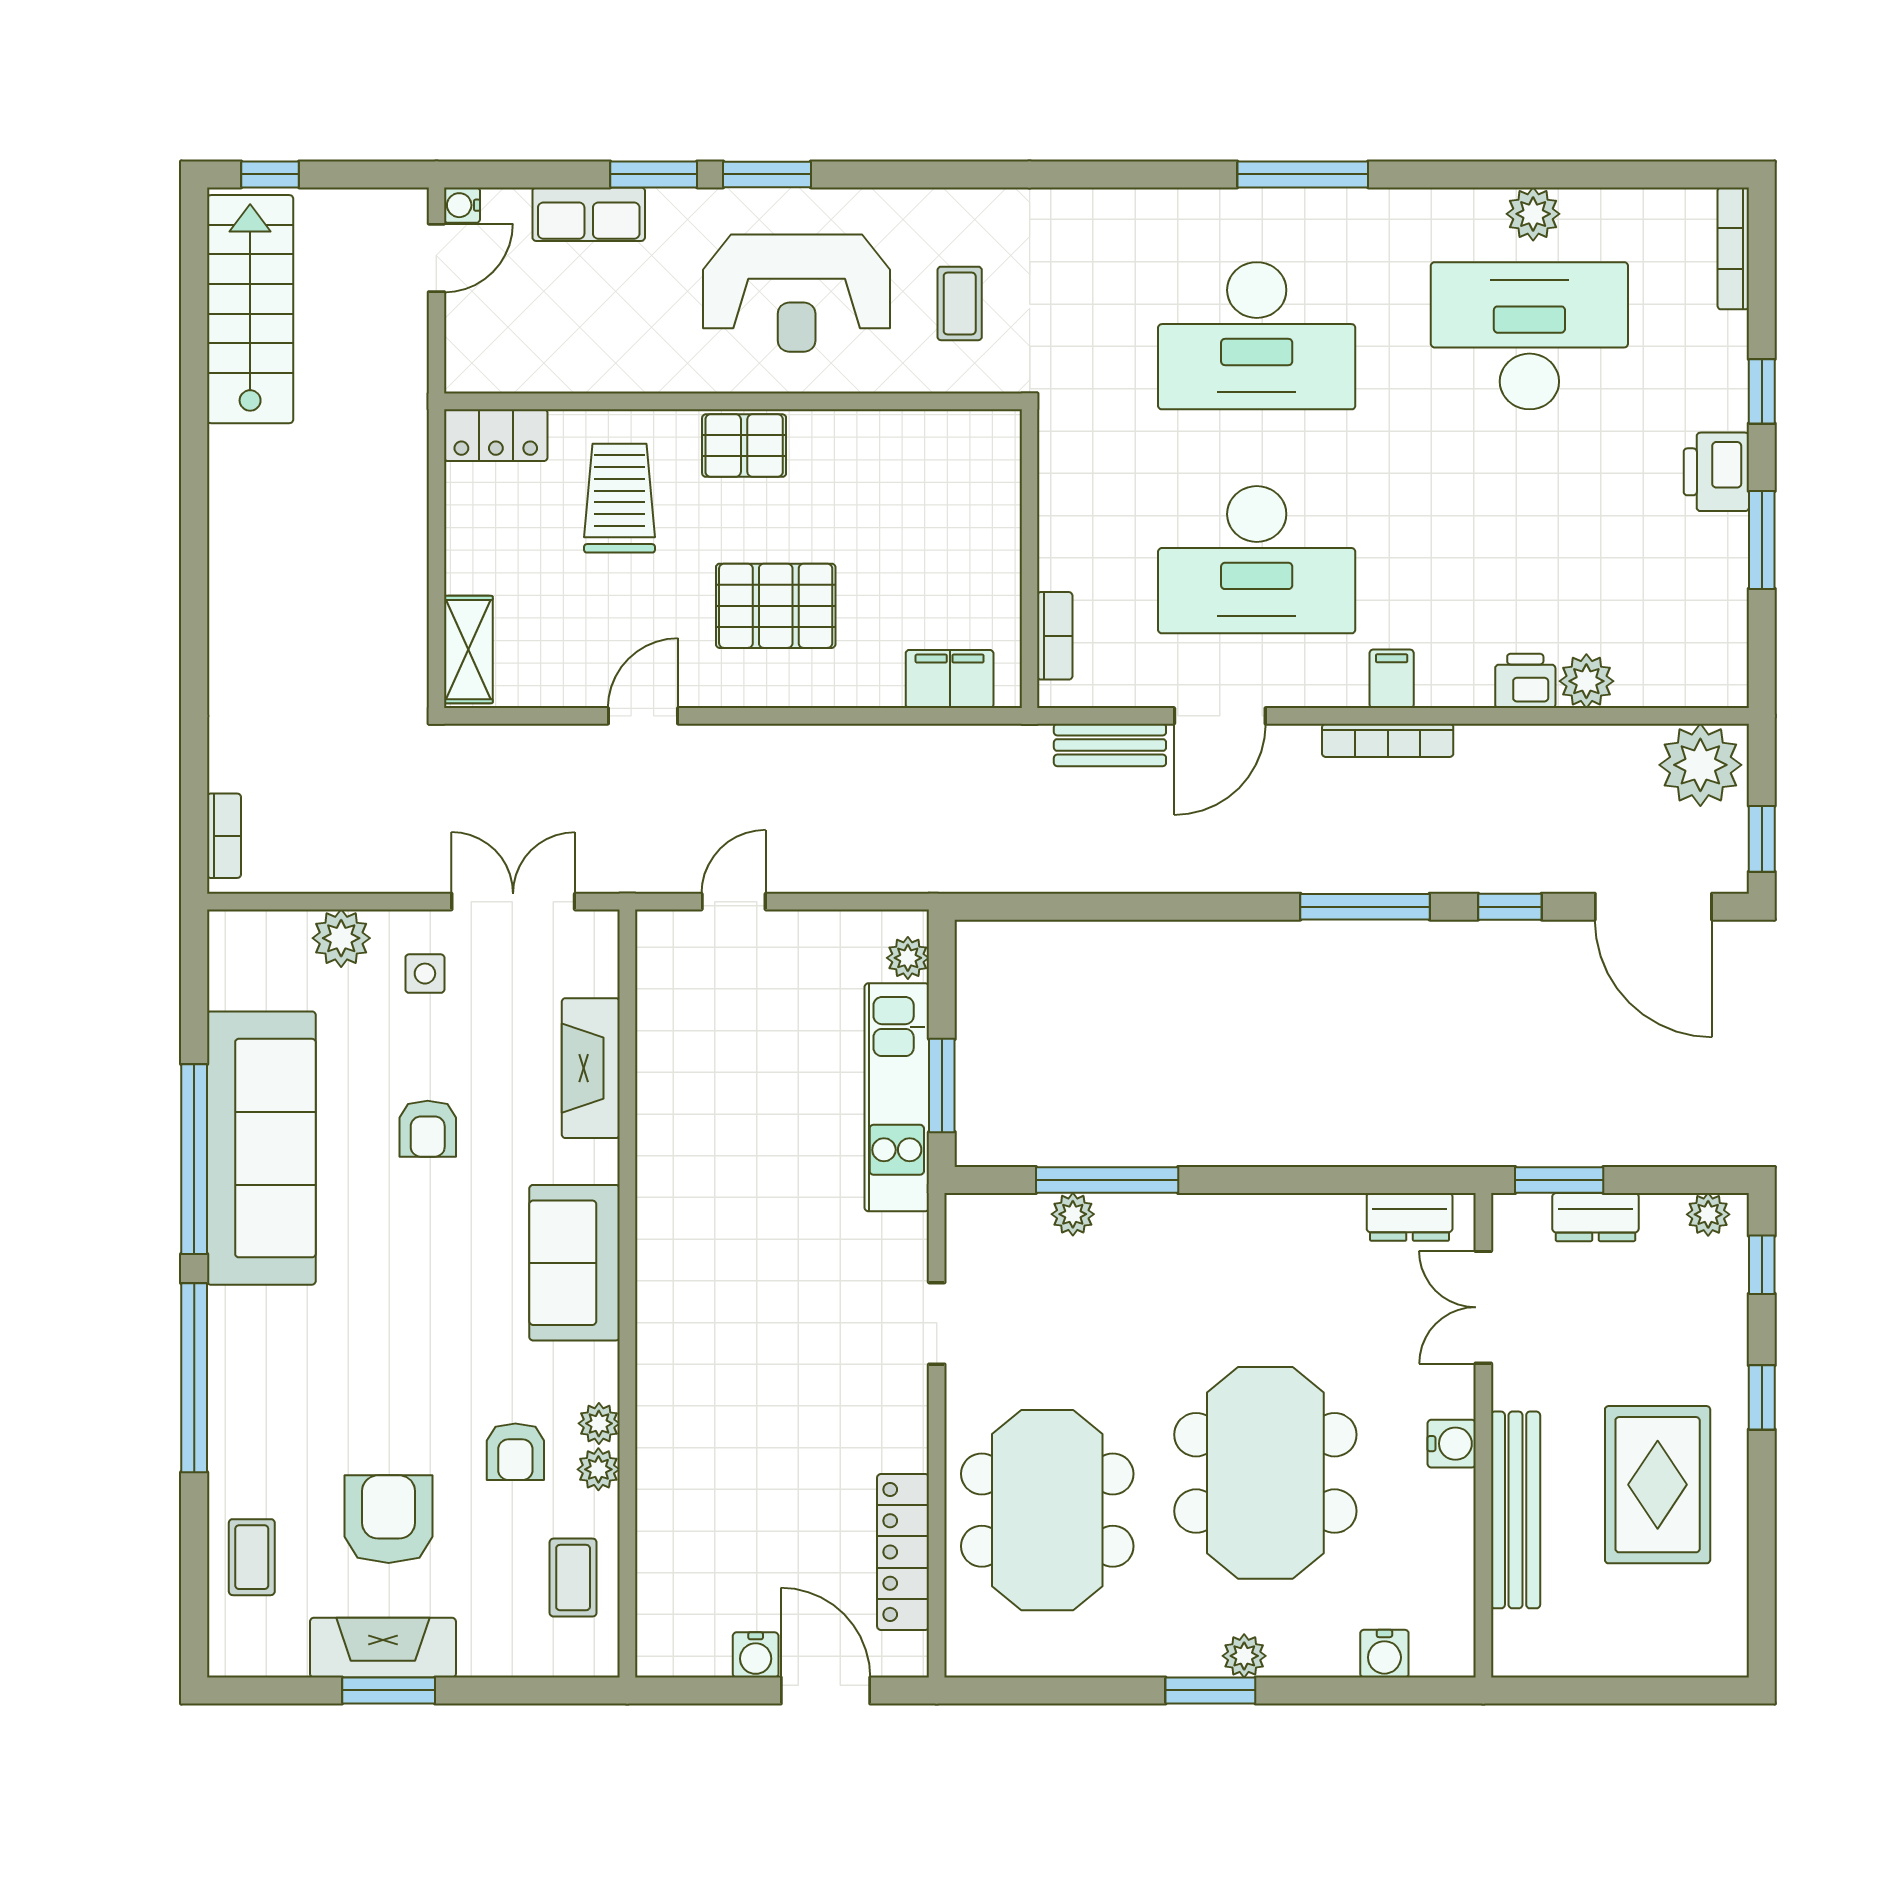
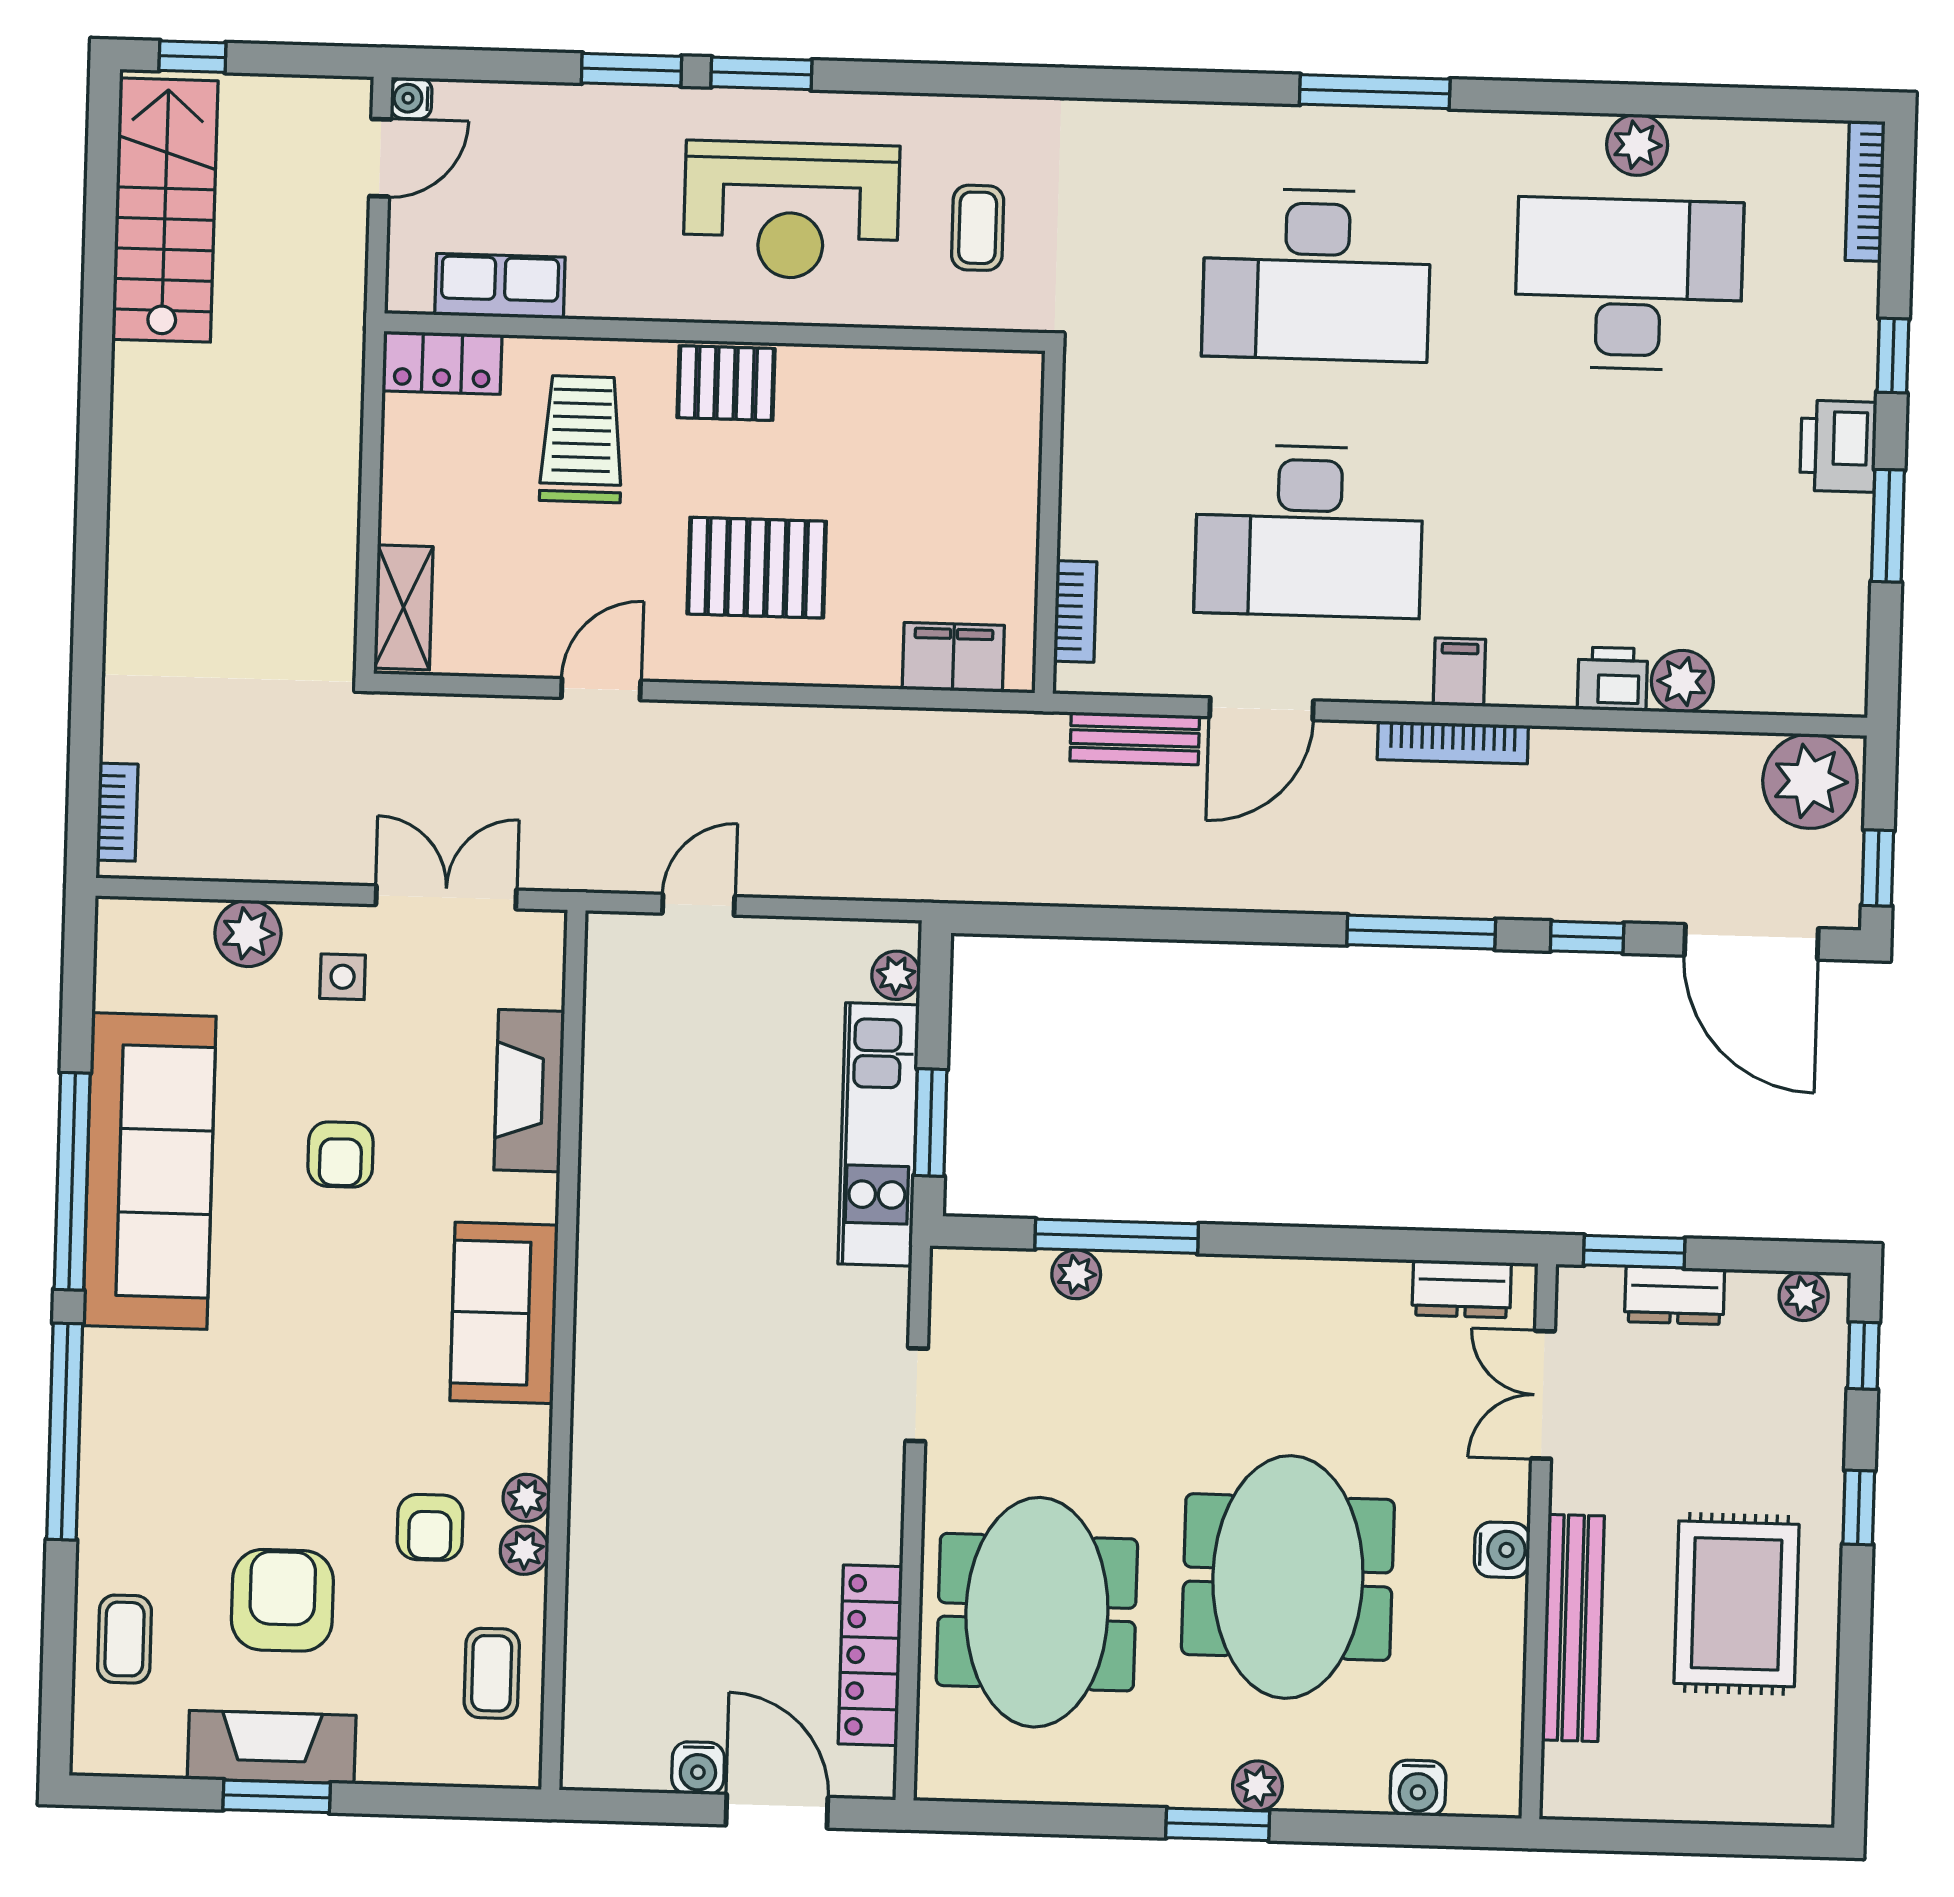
row of seats: (589, 214) -> (500, 286), moved, turned 180

